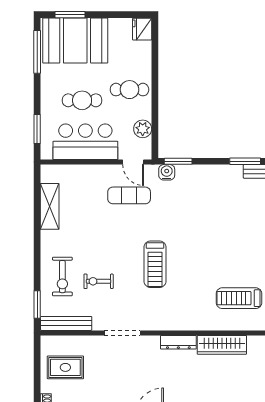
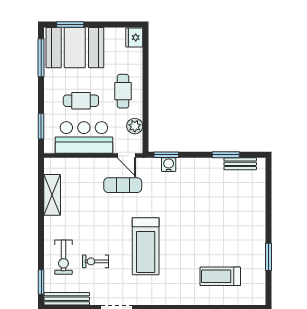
cafe table: (129, 90) -> (123, 91), turned 90
water cooler: (167, 172) -> (169, 165), moved
treadmill: (155, 264) -> (146, 246), width x1.37, depth x1.38

